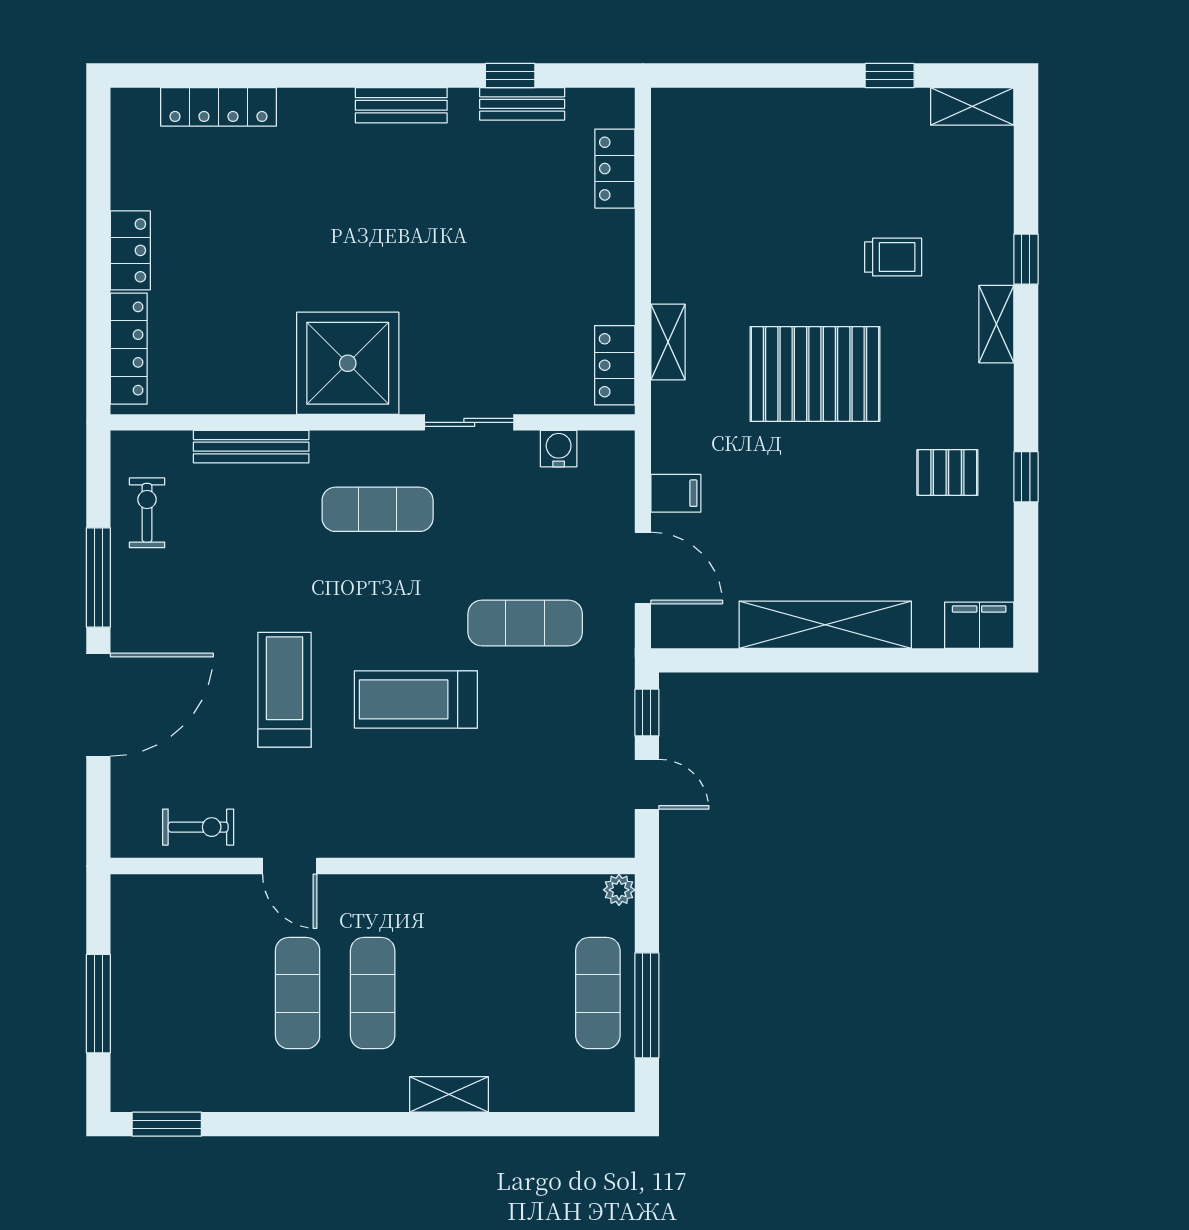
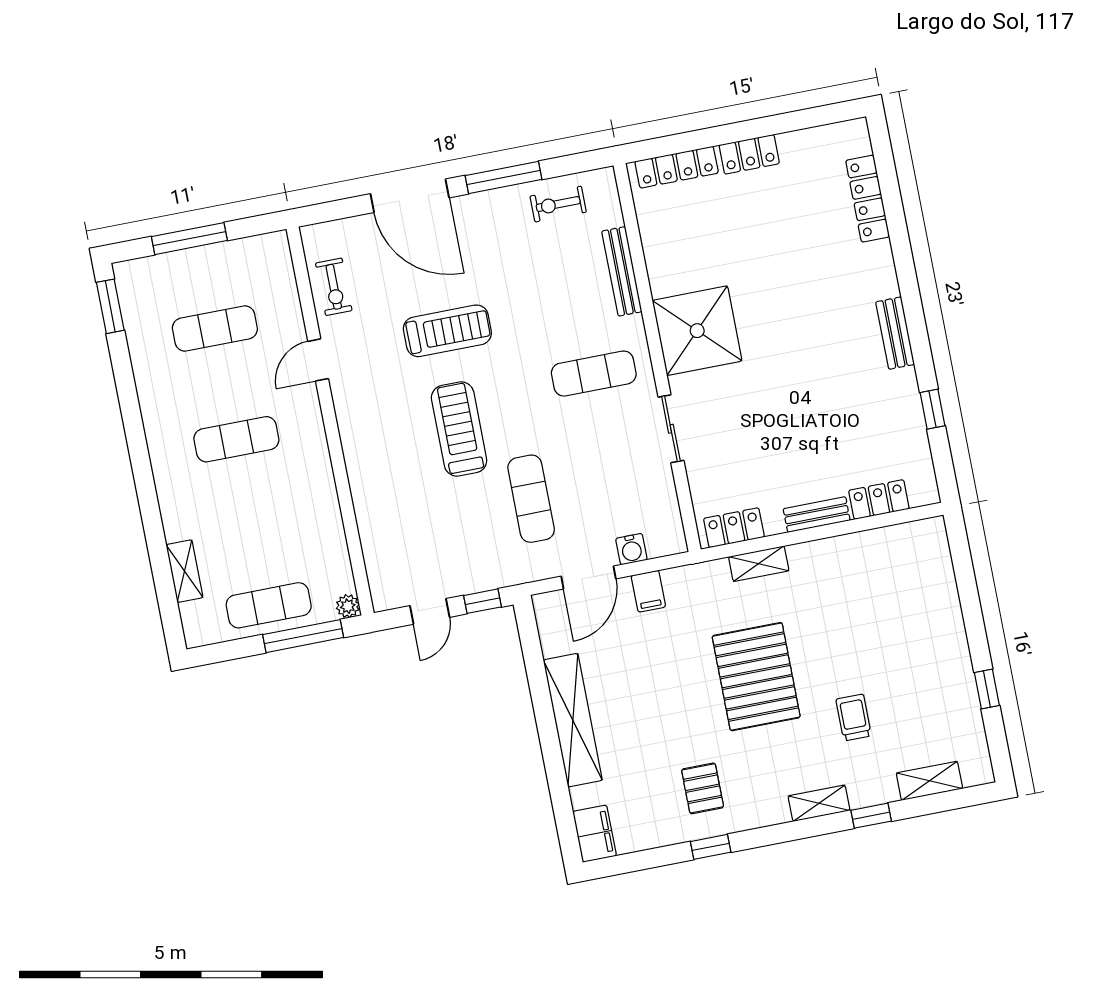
bench: (522, 104) -> (817, 515), moved, turned 90
shelving: (972, 106) -> (929, 781), moved, turned 90
trolley: (893, 257) -> (854, 718), turned 180
water cooler: (559, 449) -> (631, 549), moved, turned 90
exercise mat: (378, 509) -> (594, 374), turned 90
exercise bike: (147, 513) -> (558, 204), turned 180
exercise mat: (298, 993) -> (215, 329), moved
window: (647, 1005) -> (303, 636), moved
shelving: (449, 1094) -> (185, 571), moved

